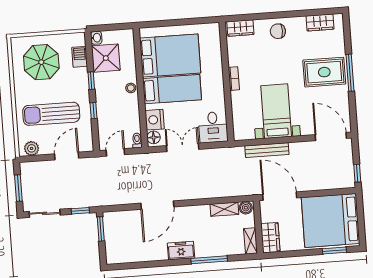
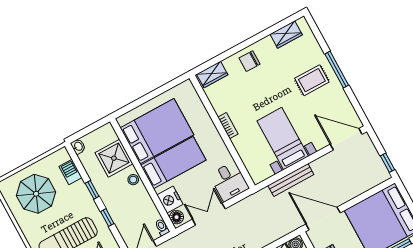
shower: (106, 58) -> (114, 158), moved
rug: (324, 72) -> (312, 80), width x0.73, depth x0.70

